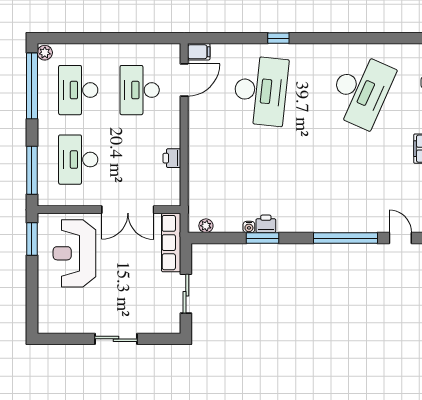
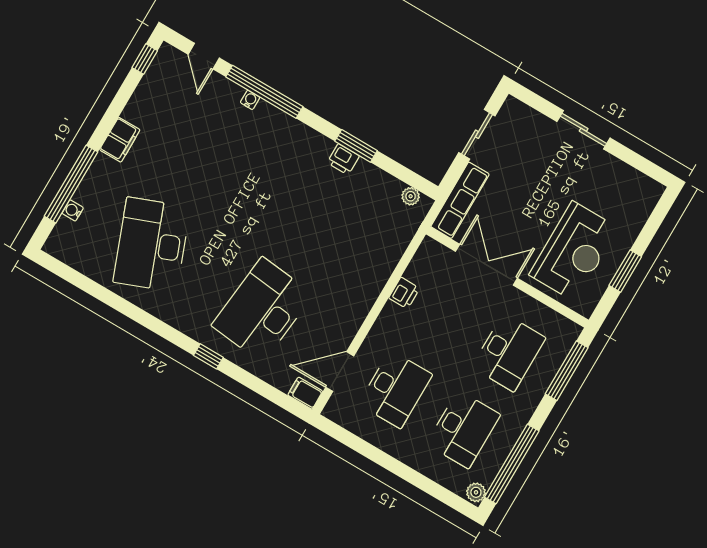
desk: (361, 91) -> (152, 245), turned -45
water cooler: (249, 227) -> (250, 100), moved
window: (32, 239) -> (625, 271), moved

